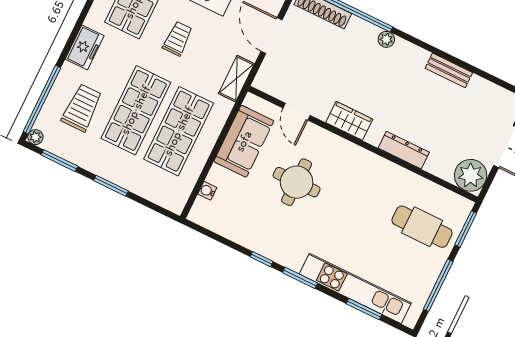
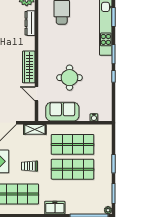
trolley: (82, 108) -> (84, 195), removed
door: (297, 112) -> (36, 94), swing flipped
wardrobe: (349, 121) -> (29, 67), width x1.50
dresser: (404, 150) -> (30, 23), moved

